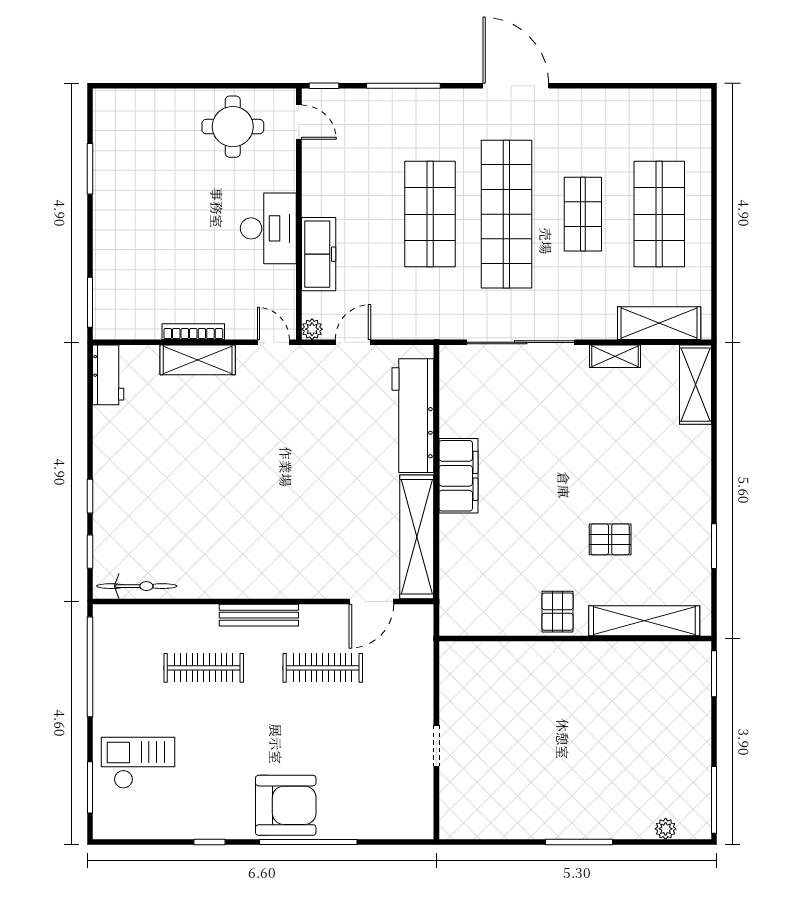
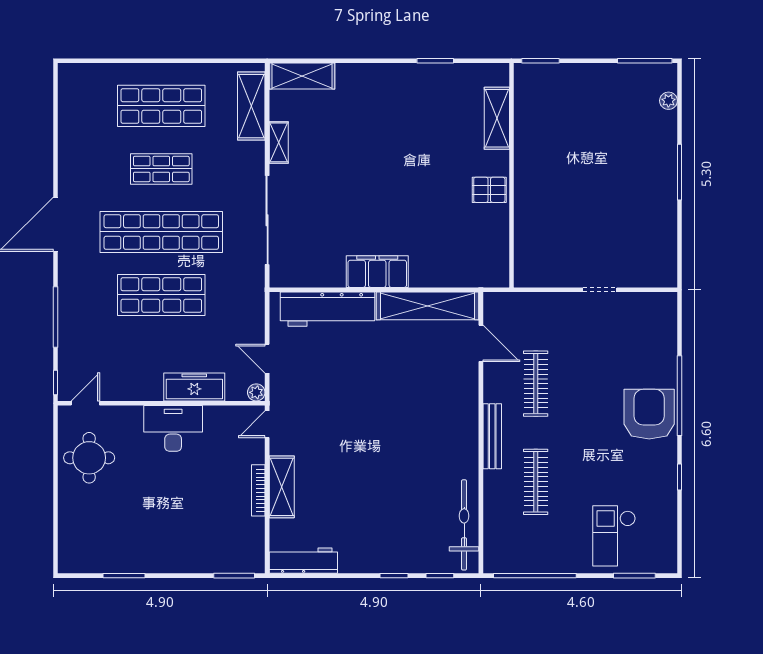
workbench: (108, 375) -> (303, 561), width x1.37
pallet: (610, 539) -> (430, 146), removed
bicycle: (137, 586) -> (464, 525), width x1.37, depth x1.40
shelving: (644, 621) -> (497, 118), width x0.68

